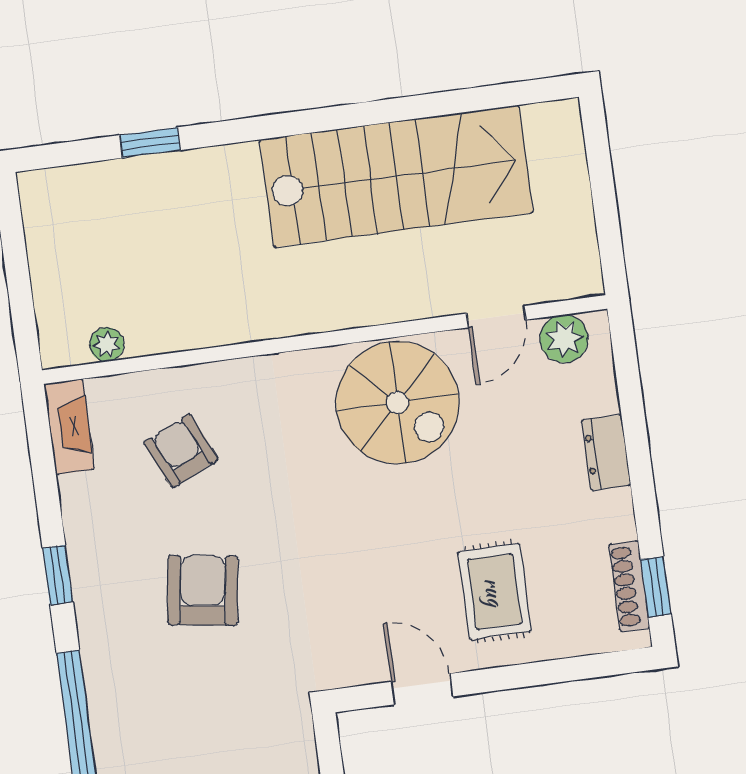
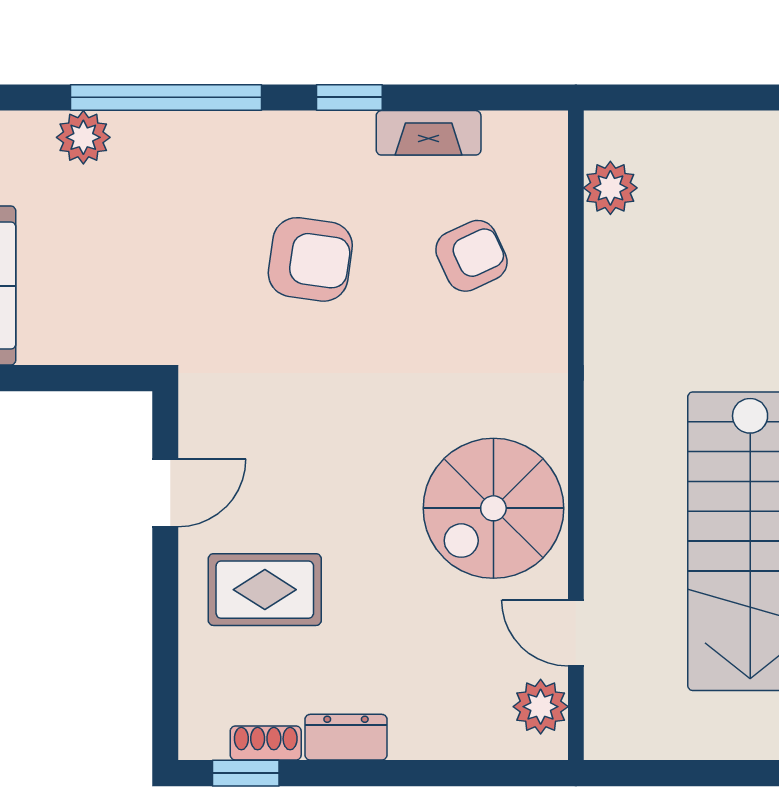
plant: (107, 345) -> (610, 188), width x1.38, depth x1.38
fireplace: (69, 427) -> (429, 133), moved
dresser: (606, 453) -> (346, 737), moved
shoe rack: (629, 586) -> (266, 743), width x0.70

